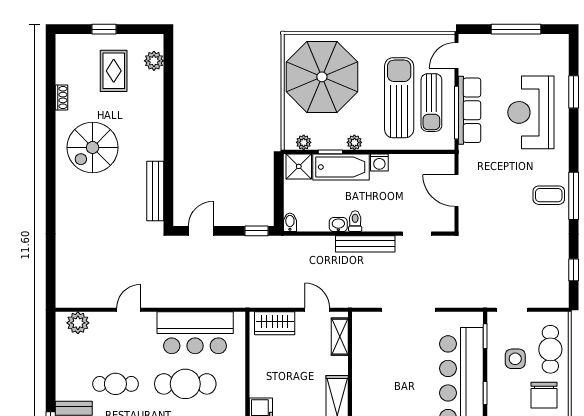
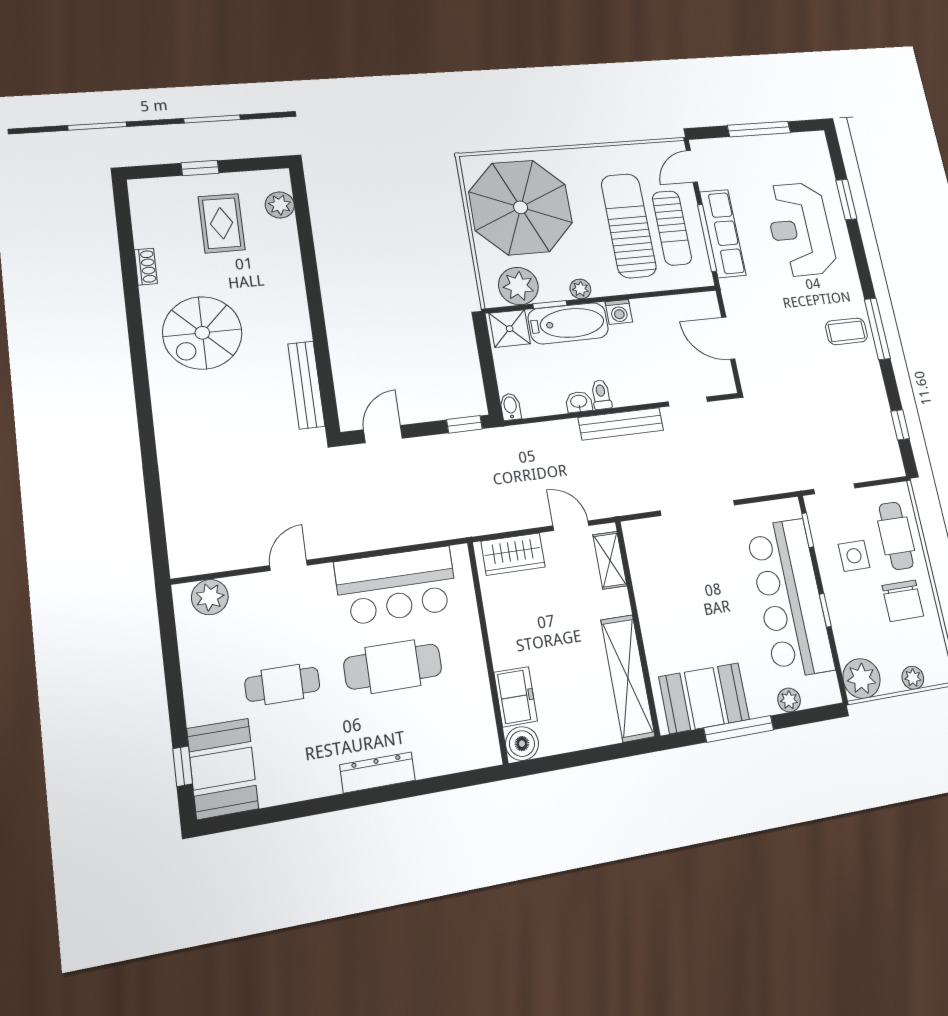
plant: (304, 142) -> (518, 286), width x1.88, depth x1.88

